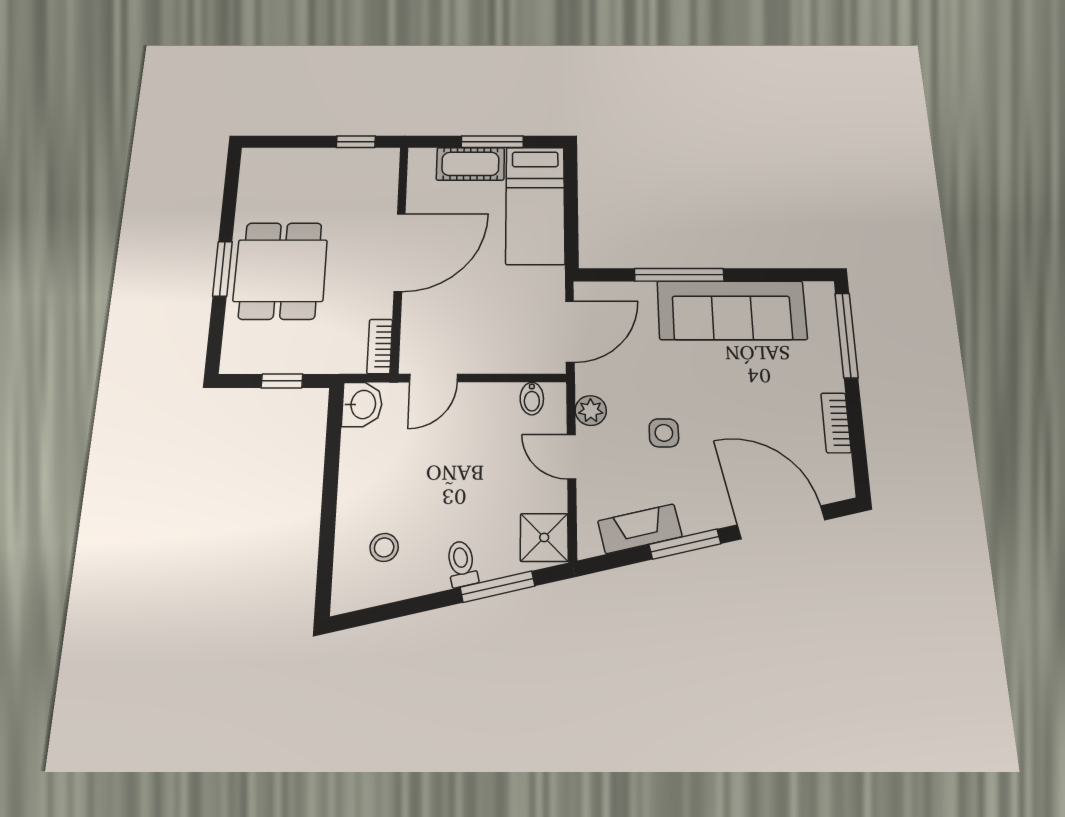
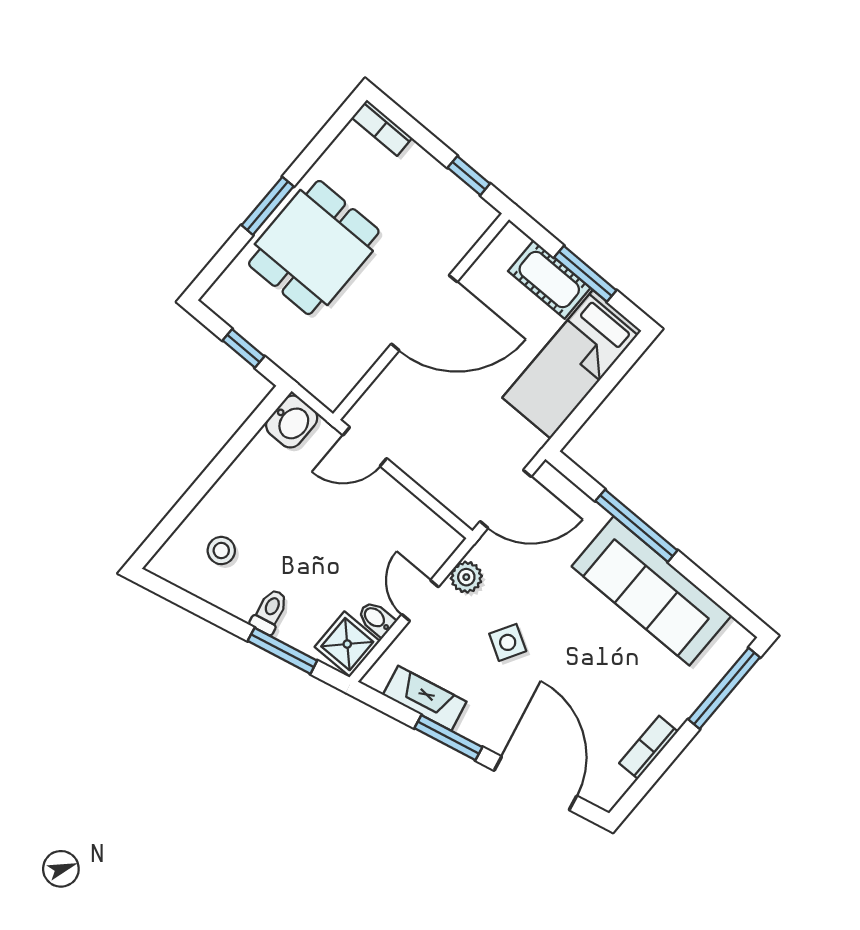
bookcase: (380, 346) -> (382, 128), moved, turned -90
bidet: (532, 399) -> (376, 619), moved, turned 90
side table: (664, 433) -> (508, 642), turned 30

